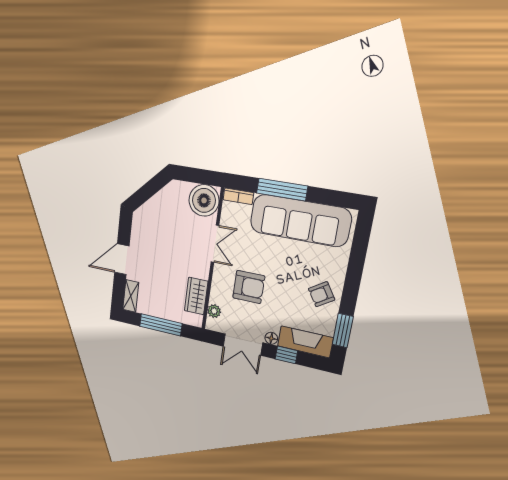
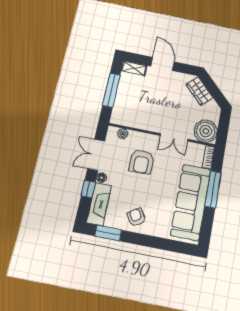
wardrobe: (196, 296) -> (200, 91), moved, turned -135

